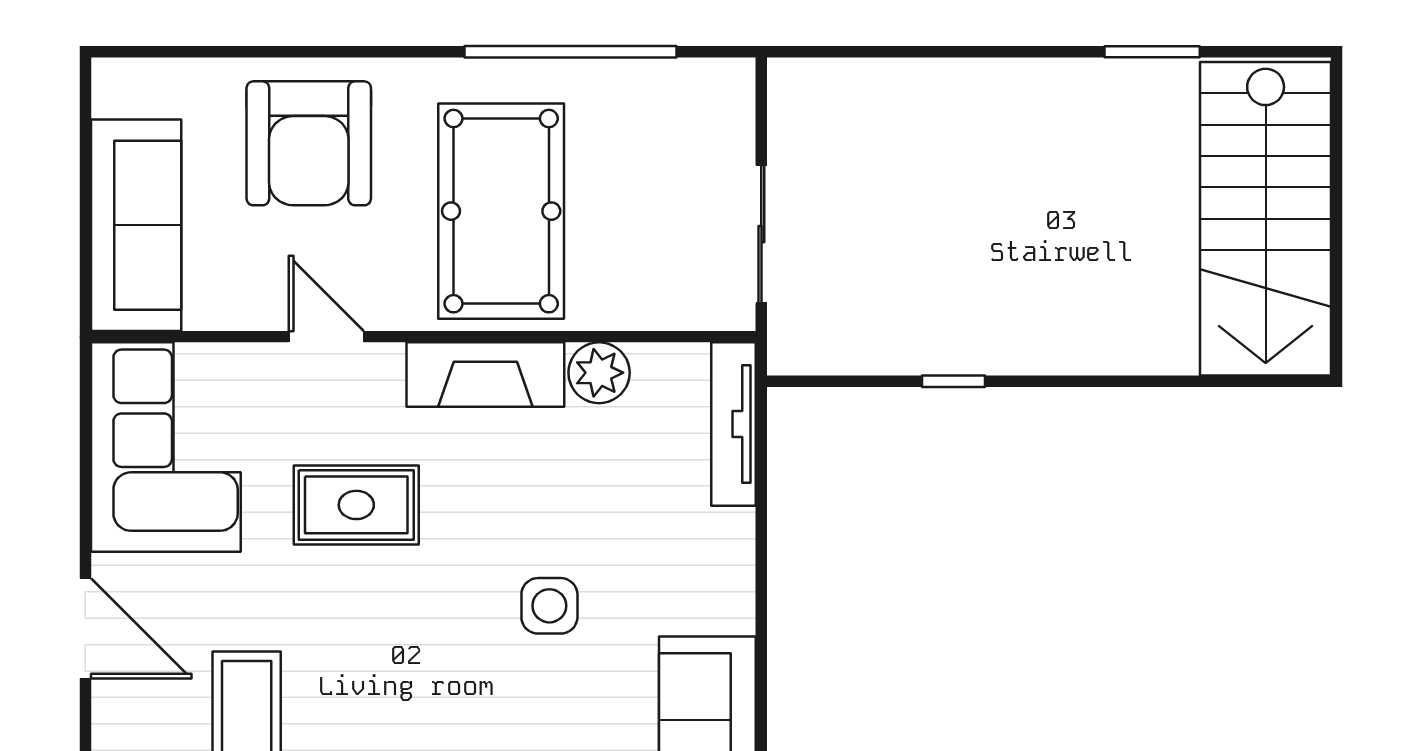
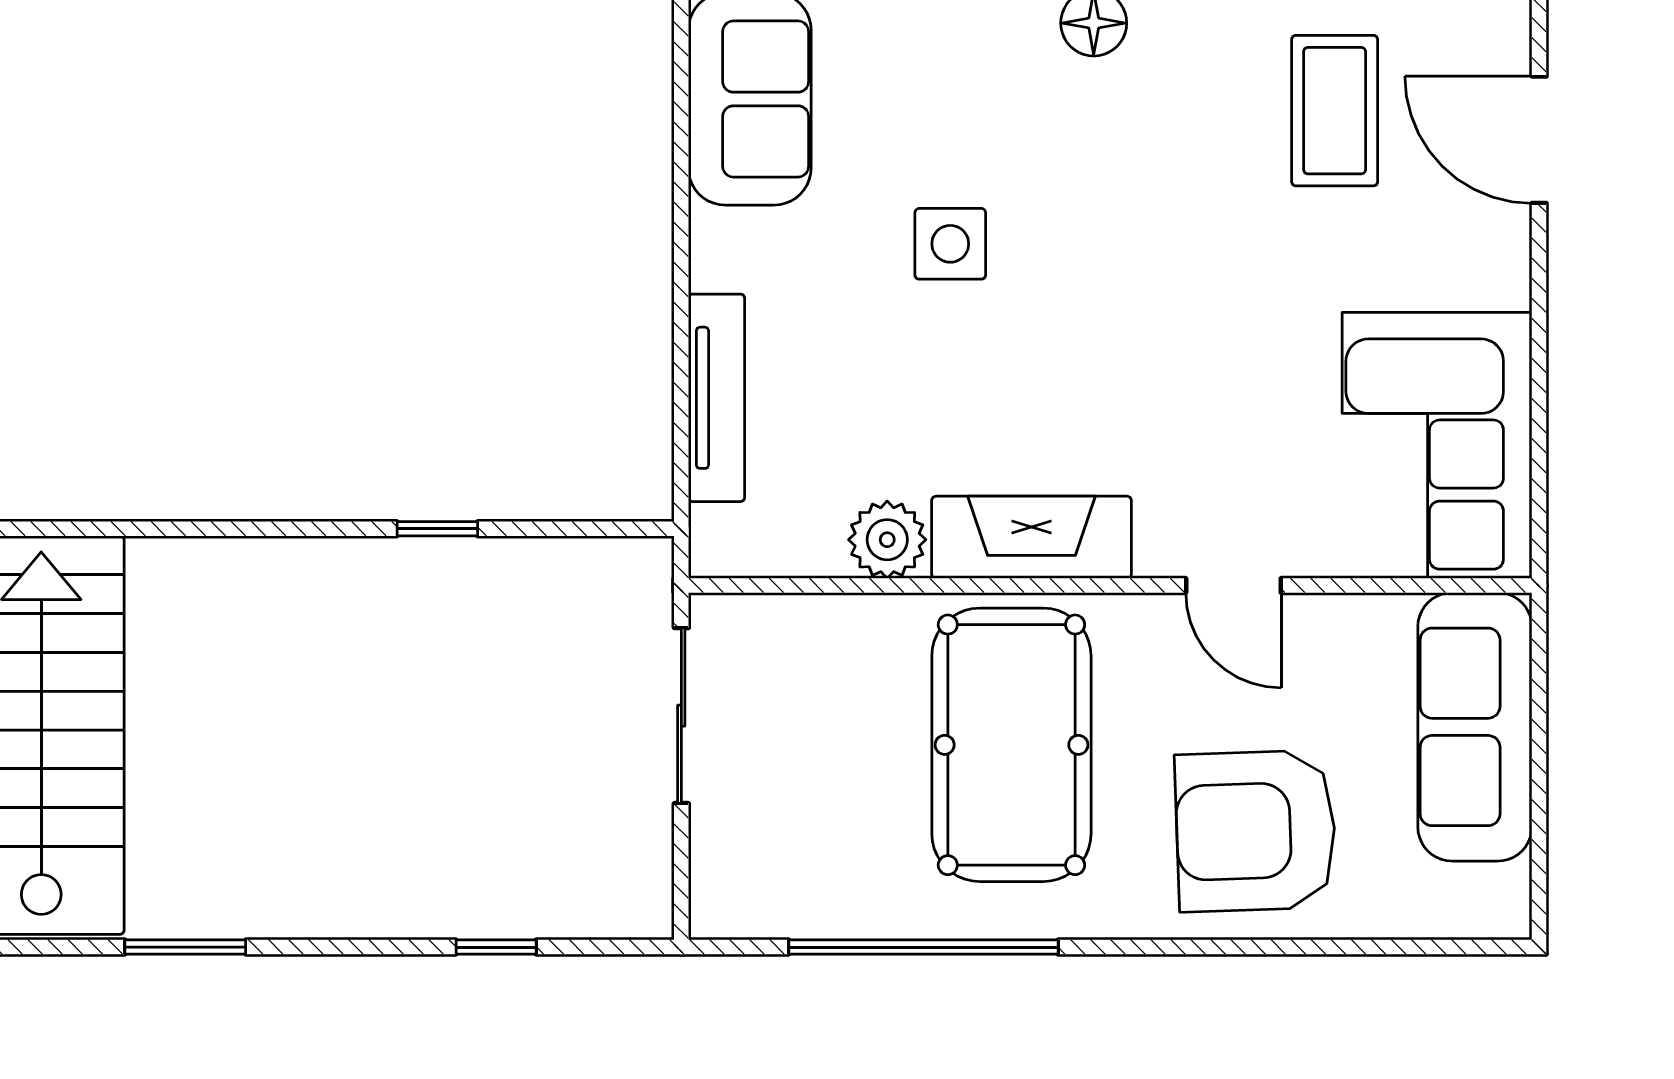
window: (907, 52) -> (496, 947), added
armchair: (309, 143) -> (1256, 831), turned -92
tv unit: (734, 424) -> (717, 398), moved
rug: (356, 505) -> (1195, 372), removed
door: (85, 628) -> (1539, 140), moved

